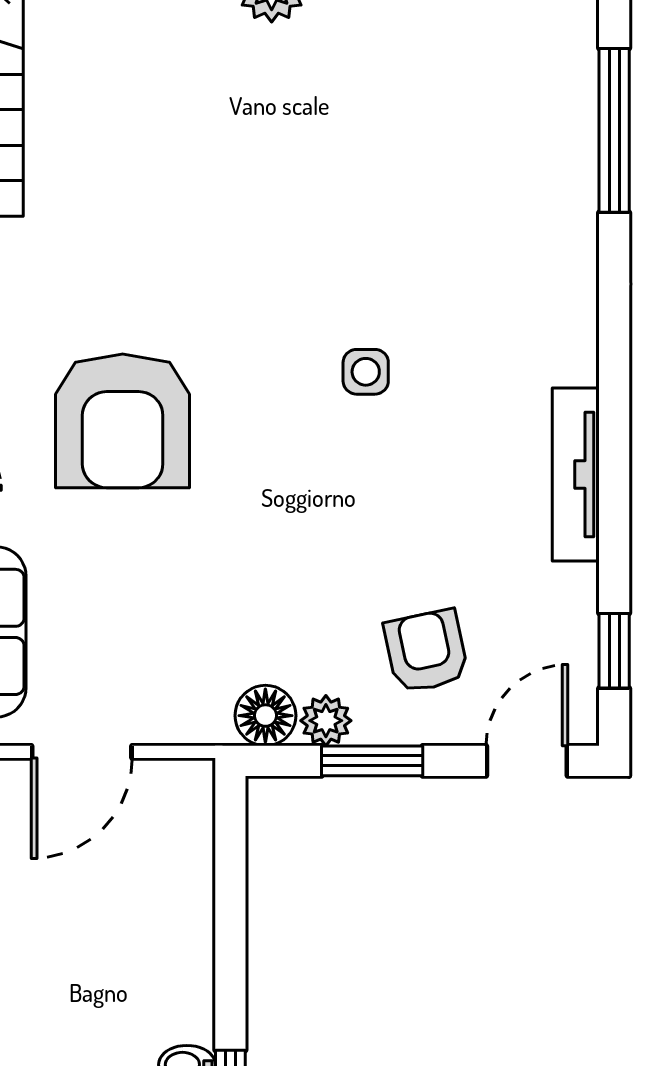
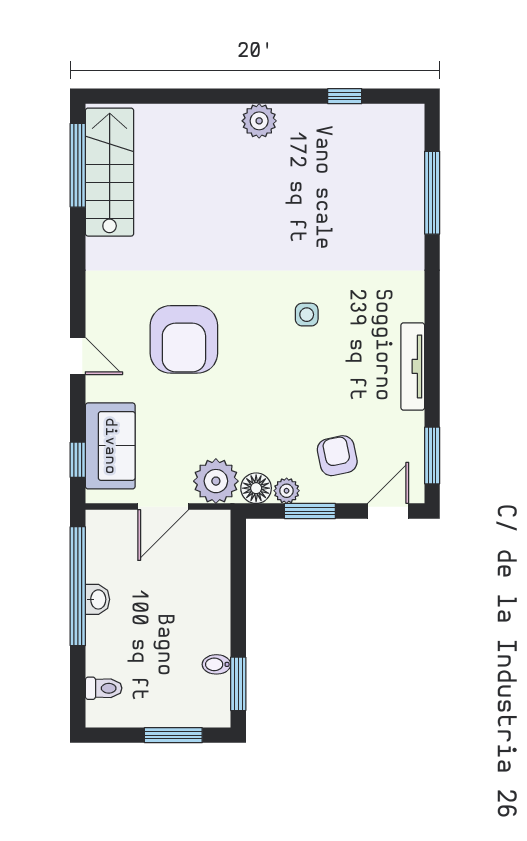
window: (614, 651) -> (432, 455), width x1.50
plant: (186, 701) -> (216, 481), added

